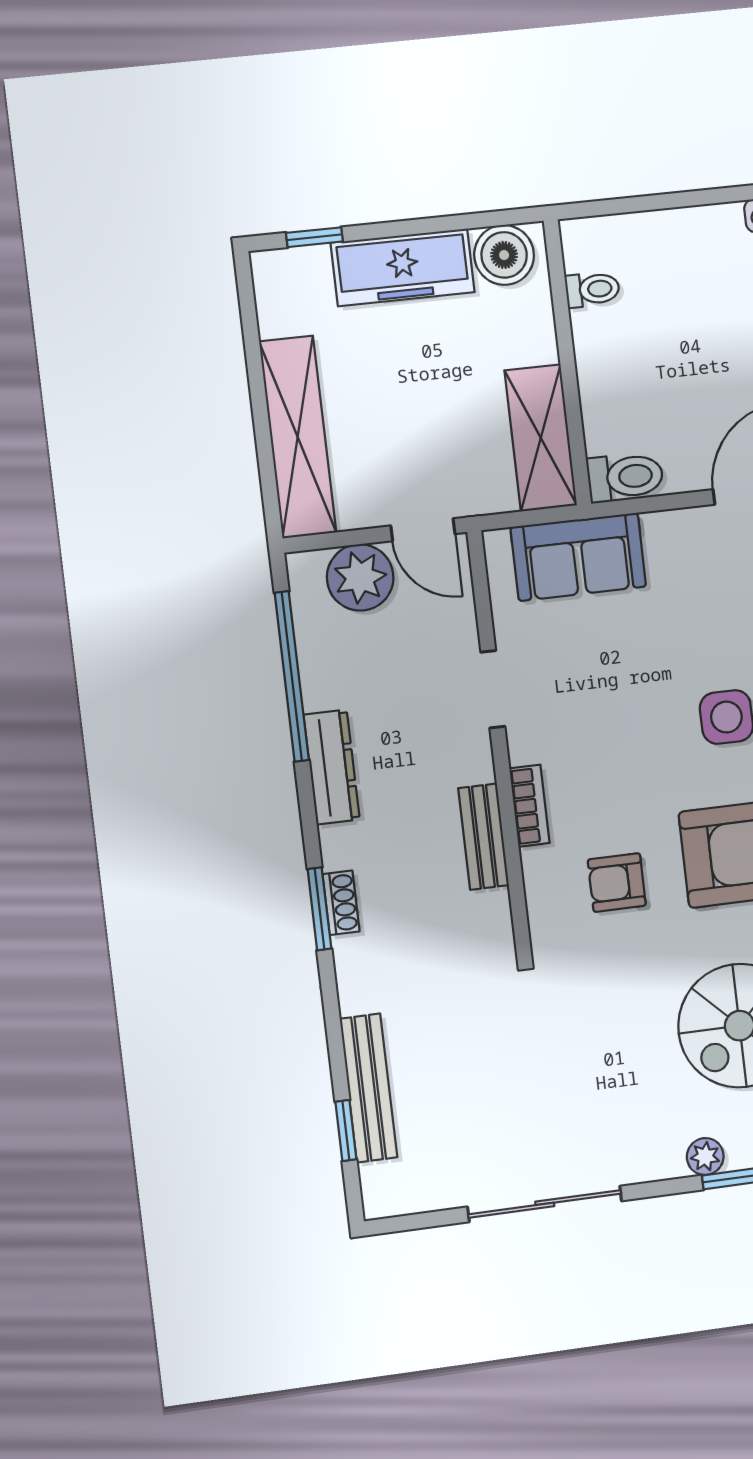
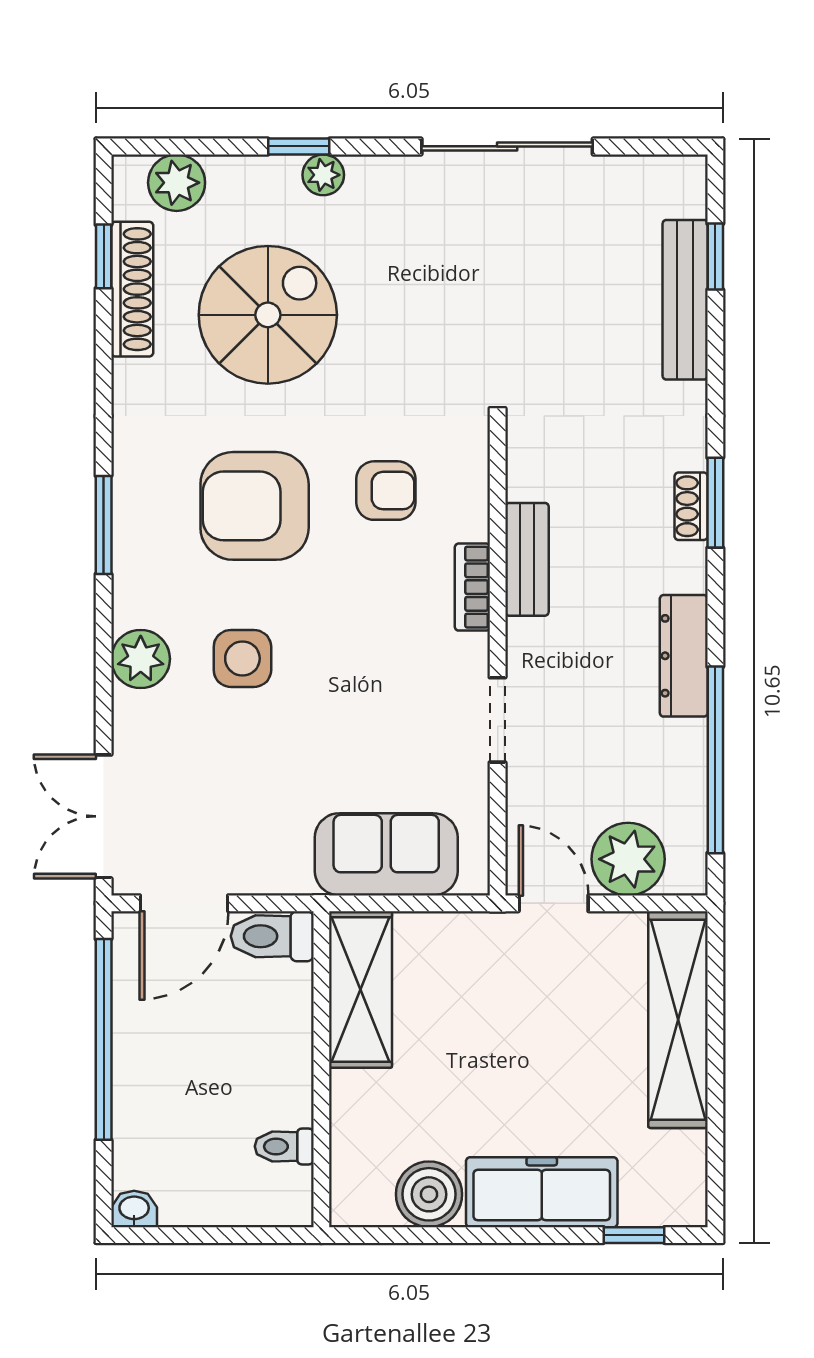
toilet: (592, 289) -> (284, 1146), moved
wall: (567, 362) -> (321, 1069), moved
shelving: (541, 438) -> (360, 990), moved
toilet: (625, 477) -> (272, 936), moved

